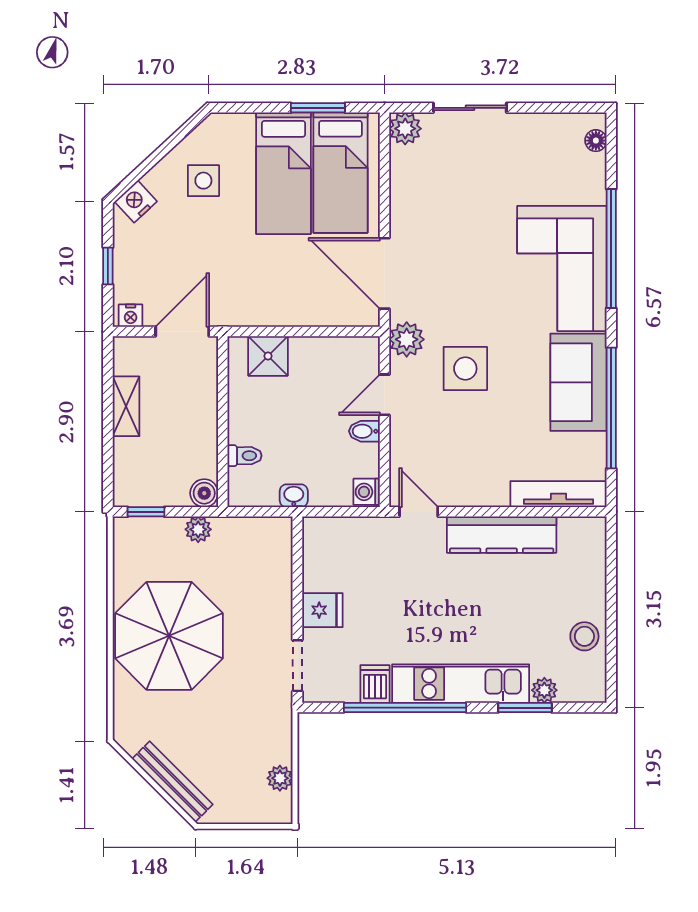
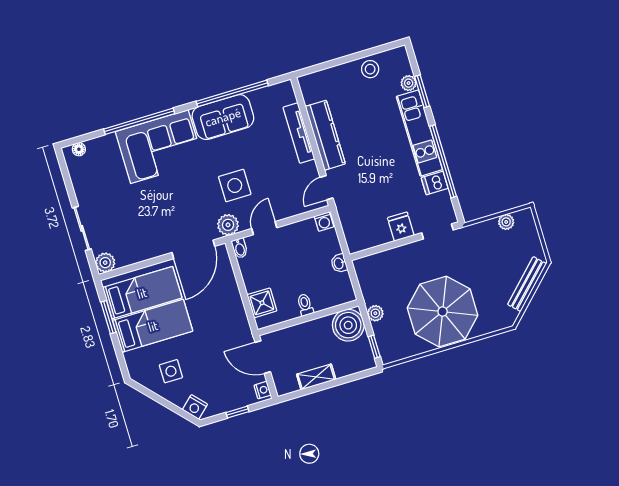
door: (384, 395) -> (264, 228), swing flipped
bidet: (364, 431) -> (240, 248), moved
toilet: (245, 456) -> (305, 305), moved
boiler: (204, 493) -> (348, 325), width x1.86, depth x1.86
tv unit: (558, 494) -> (299, 133), moved

